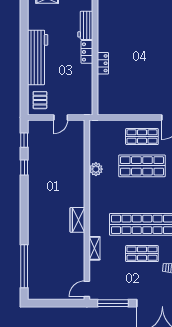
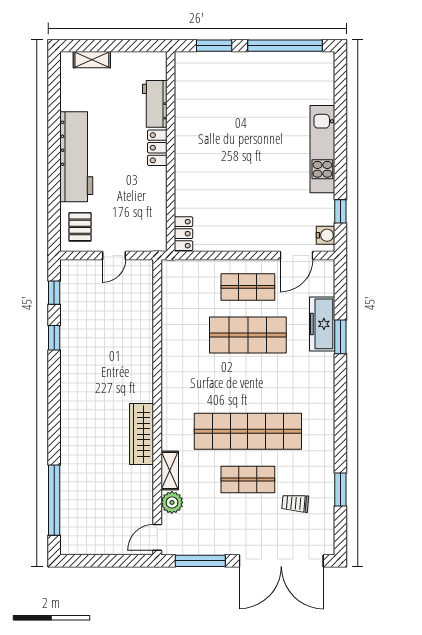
locker: (103, 63) -> (183, 234), moved
plant: (96, 169) -> (172, 502), moved
wardrobe: (77, 220) -> (142, 434), width x1.50

